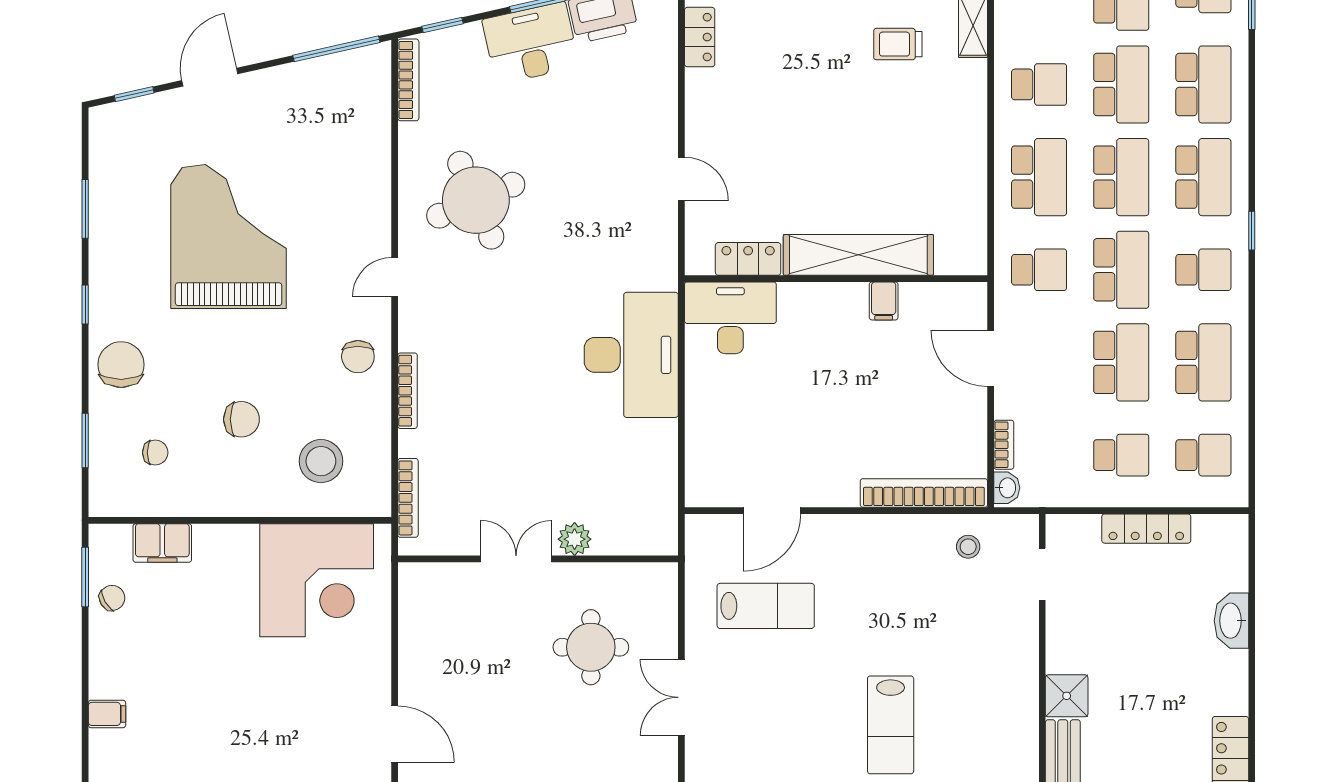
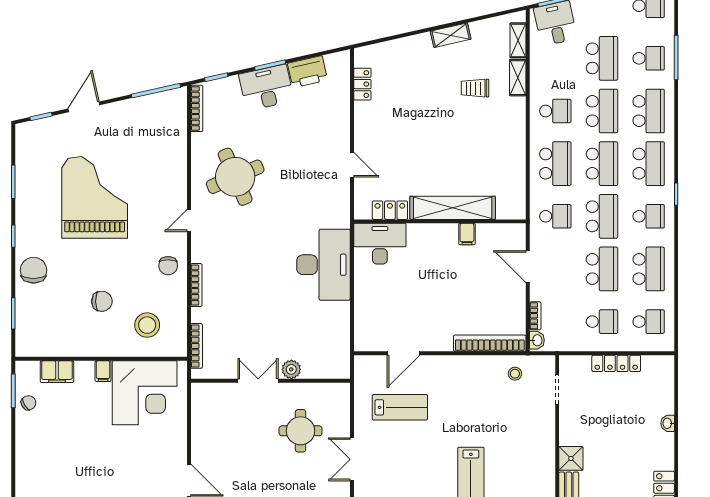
chair: (155, 453) -> (53, 320), removed
washbasin: (1231, 621) -> (668, 423), width x0.52, depth x0.69
filing cabinet: (107, 714) -> (103, 371), moved, turned 90

